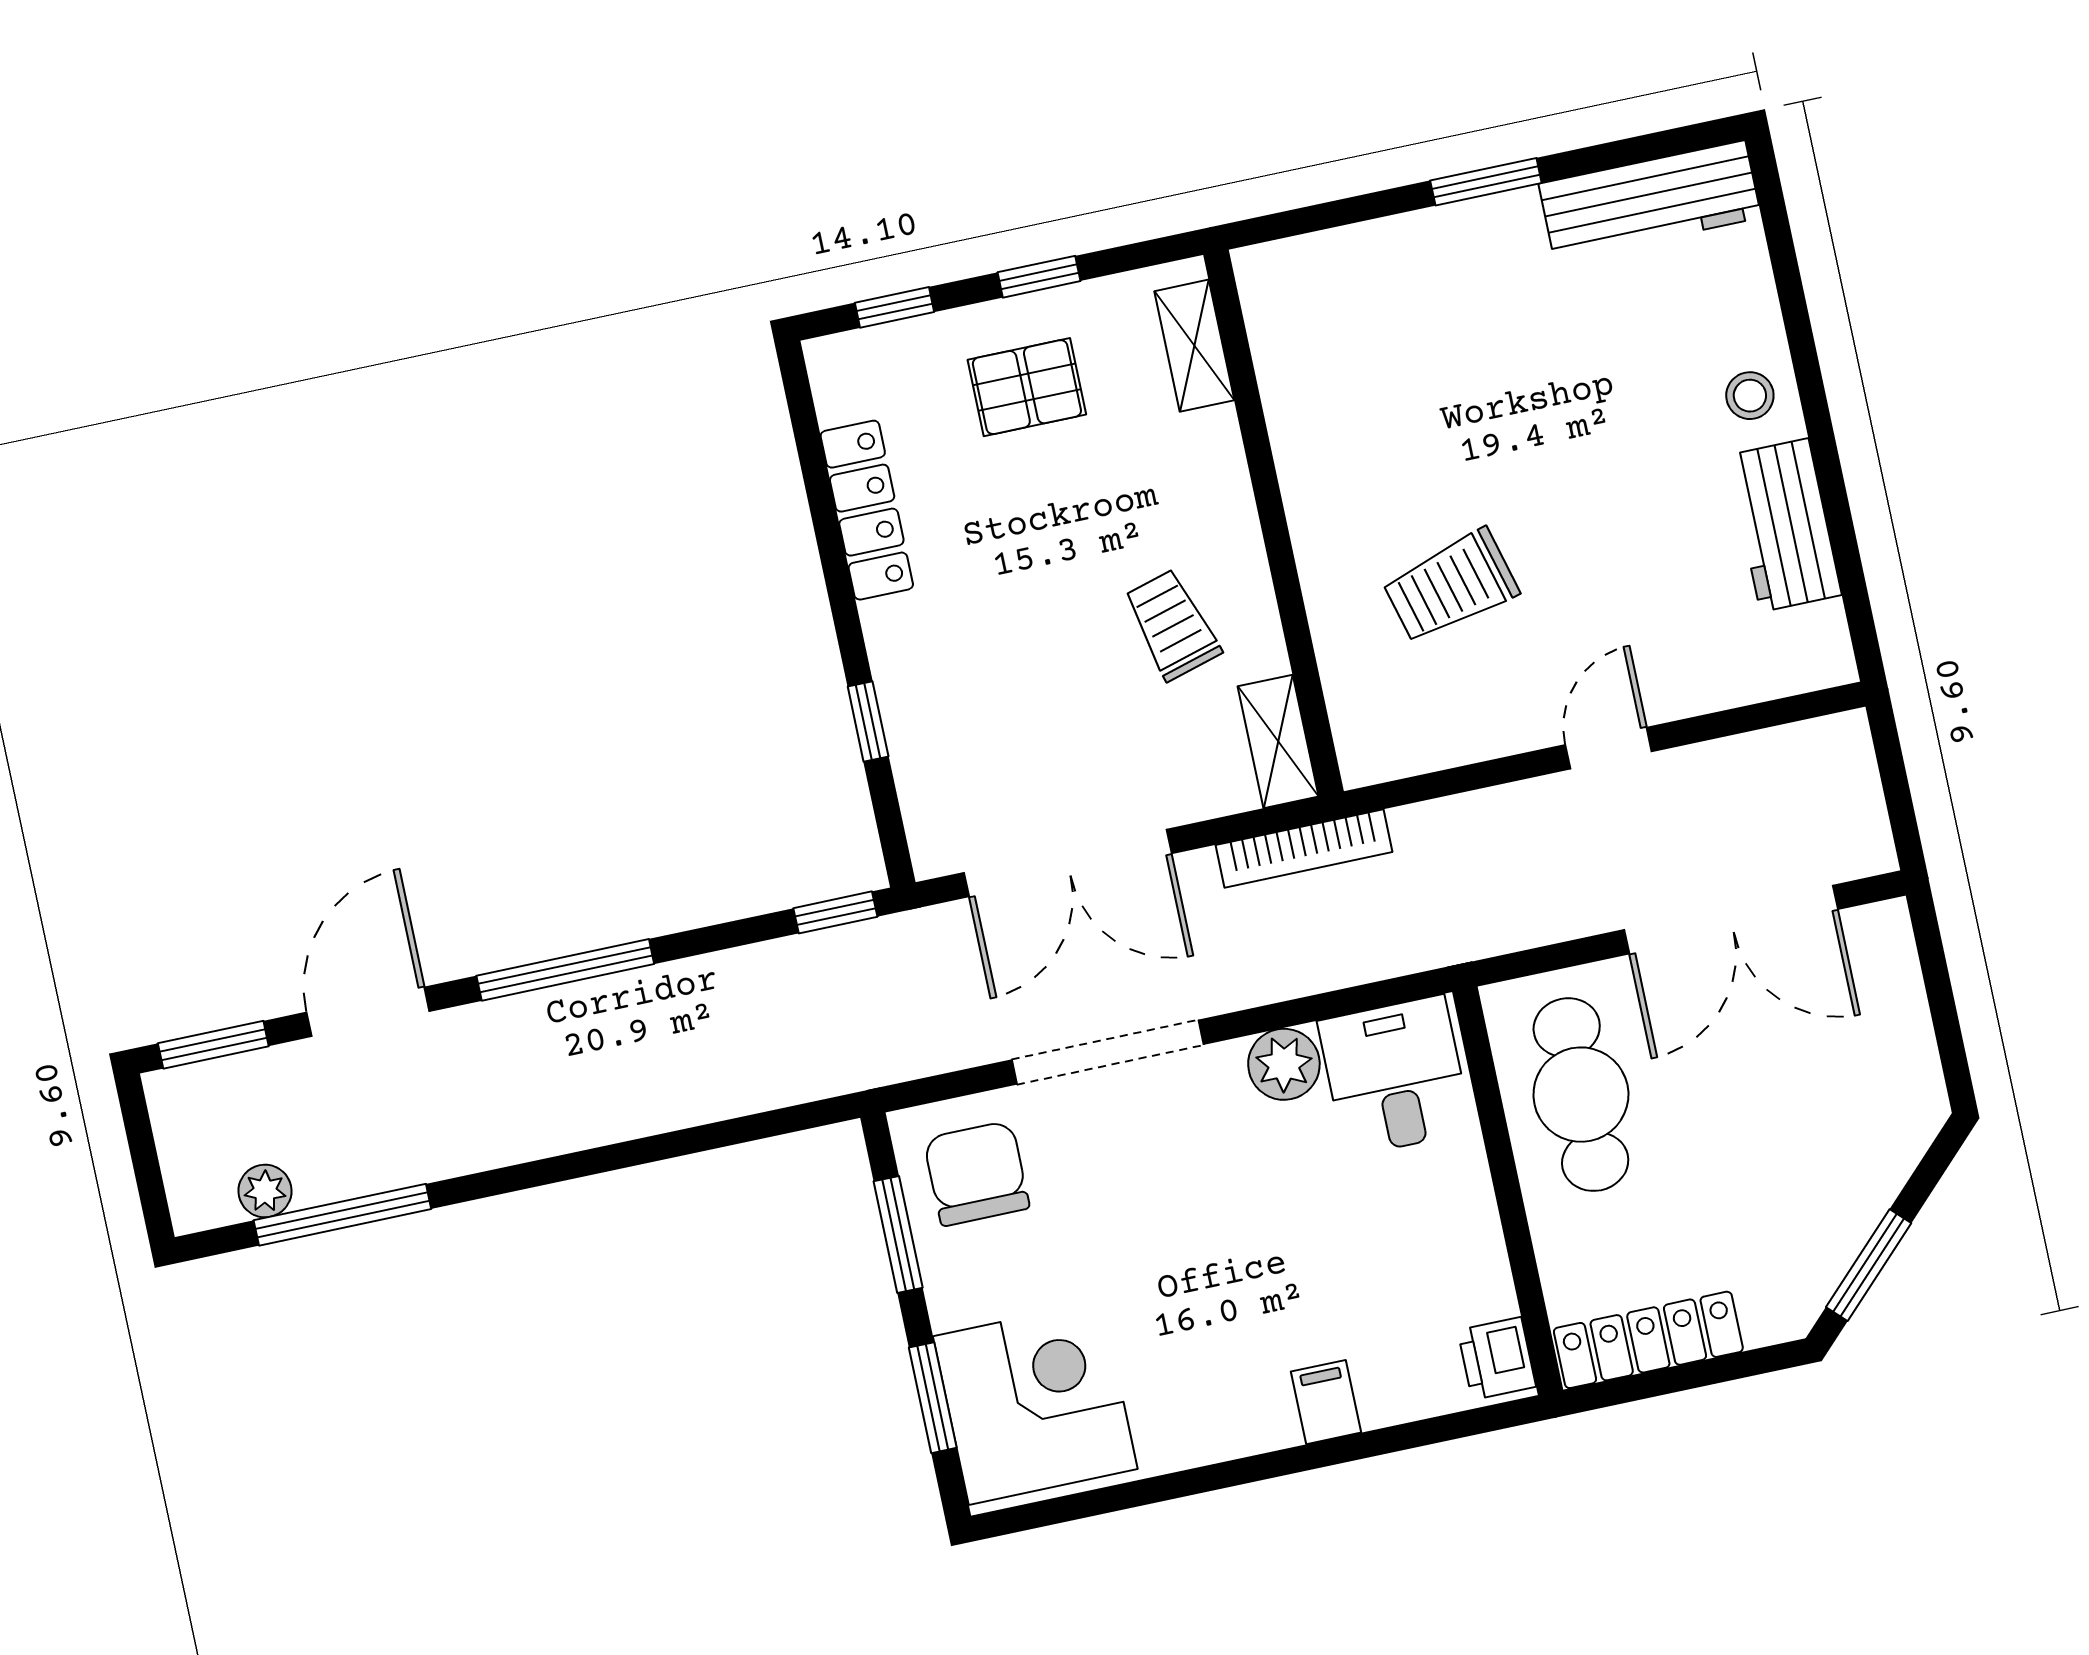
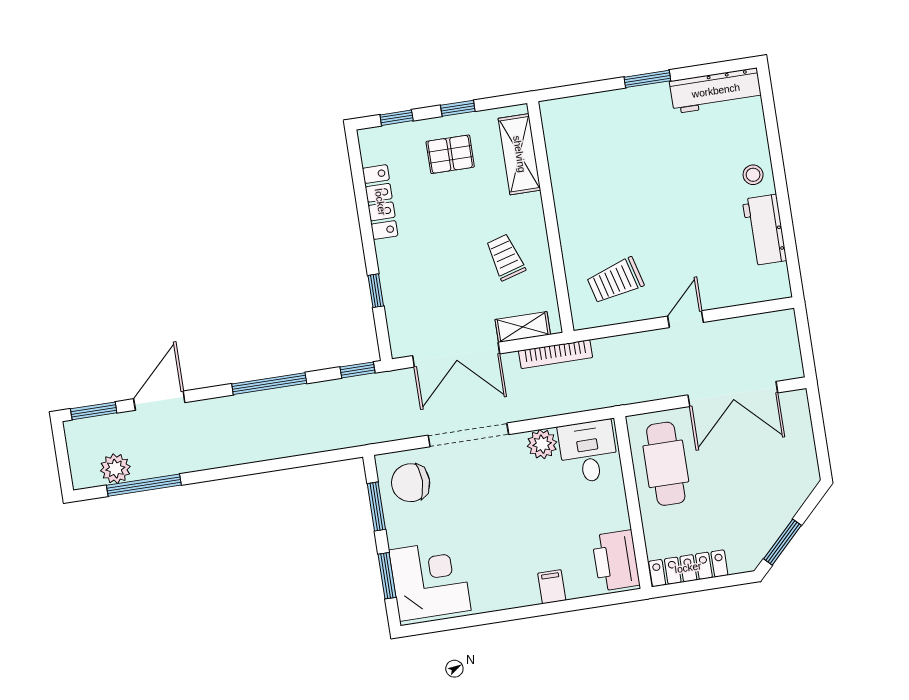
shelving: (1194, 346) -> (519, 154), width x1.50, depth x1.33
trolley: (1451, 586) -> (615, 281), moved
shelving: (1278, 741) -> (523, 327), moved, turned 90
window: (565, 970) -> (269, 384), moved
chair: (977, 1173) -> (411, 483), turned -90
plant: (265, 1191) -> (115, 469), width x1.38, depth x1.38
printer: (1497, 1358) -> (616, 560), width x1.87, depth x1.48

